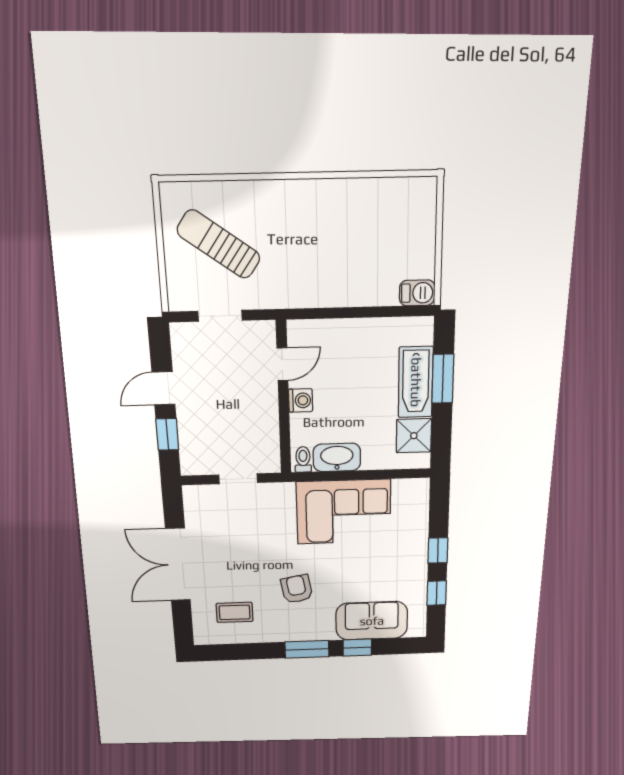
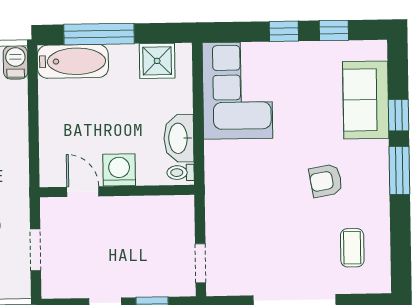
window: (443, 379) -> (99, 34), width x1.44
bathtub: (416, 382) -> (73, 61), moved
washing machine: (301, 400) -> (119, 170), width x1.38, depth x1.38
doorway: (238, 479) -> (201, 263), moved
corner sofa: (344, 512) -> (237, 90), moved

